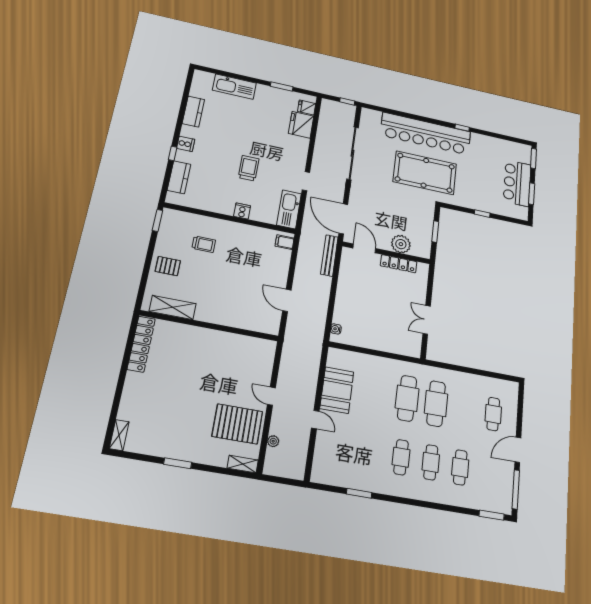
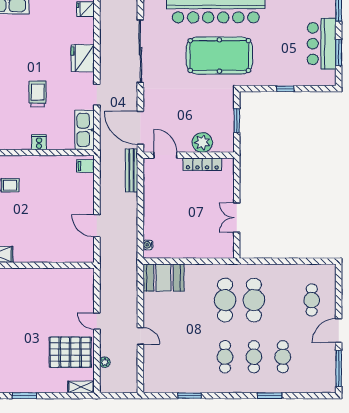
fridge: (301, 125) -> (83, 58), moved
booth: (337, 390) -> (163, 278), moved, turned 90
window: (492, 515) -> (270, 396), moved

